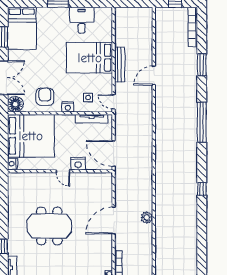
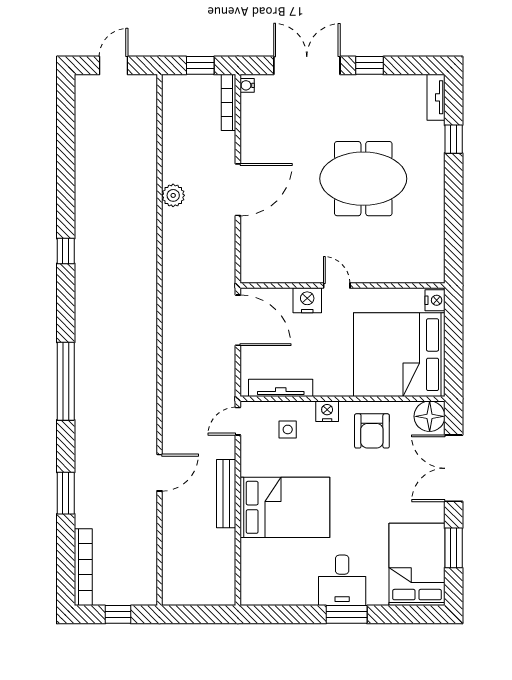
desk: (82, 20) -> (342, 580), moved
door: (114, 102) -> (238, 421), swing flipped

